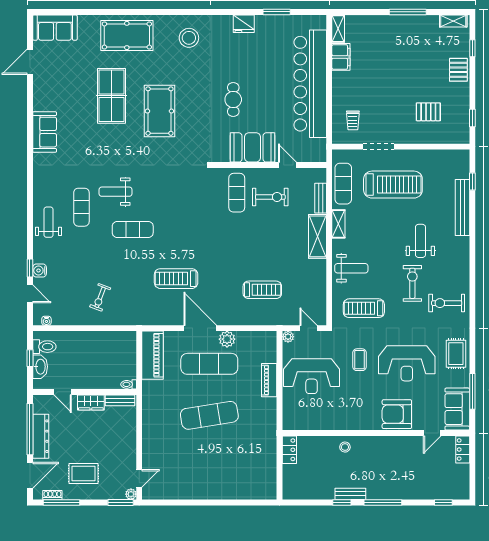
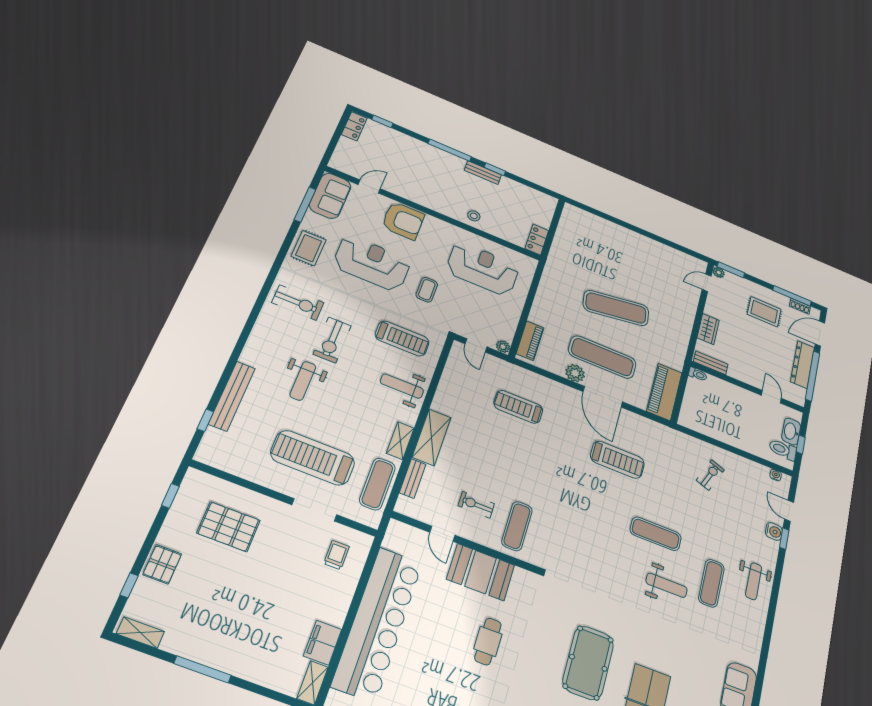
pallet: (428, 112) -> (229, 527), width x1.50, depth x1.42
exercise bike: (270, 197) -> (476, 505), width x0.73, depth x0.72
reception desk: (312, 376) -> (483, 269), moved
piano: (269, 380) -> (530, 341), moved
wardrobe: (91, 402) -> (708, 329), moved, turned 90
locker: (463, 449) -> (354, 126), moved

